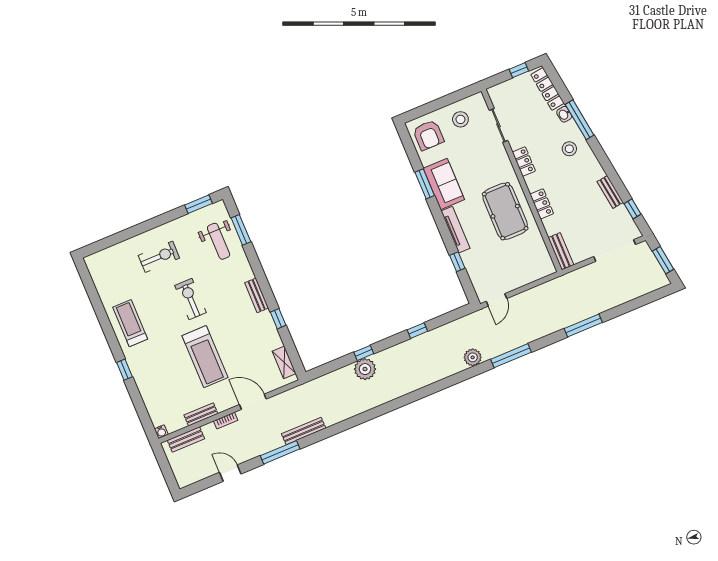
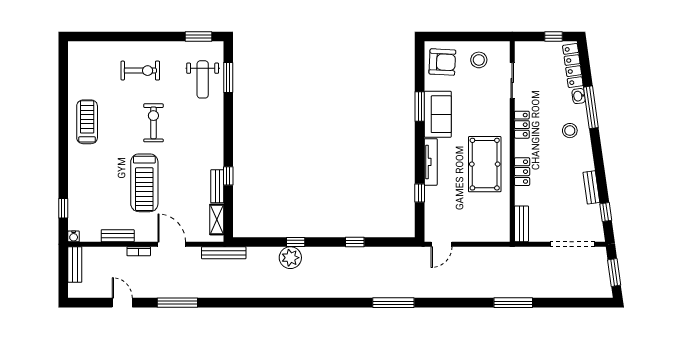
armchair: (428, 135) -> (442, 62), turned -87
bench: (257, 295) -> (217, 186), moved
window: (511, 356) -> (393, 303), moved
plant: (473, 357) -> (396, 289), removed
window: (124, 370) -> (63, 208), moved
bench: (304, 431) -> (224, 253), moved
bench: (186, 440) -> (75, 265), moved, turned 90

